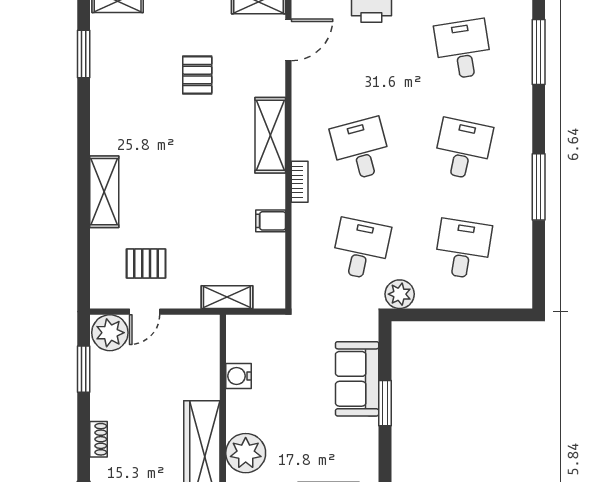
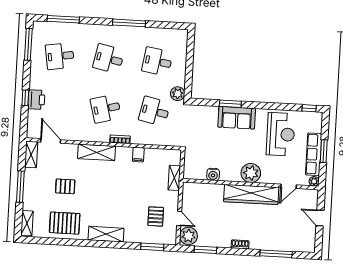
window: (84, 54) -> (152, 247), moved
pallet: (122, 78) -> (65, 223), added
shelving: (104, 192) -> (106, 234), moved
sofa: (357, 379) -> (237, 118), moved

